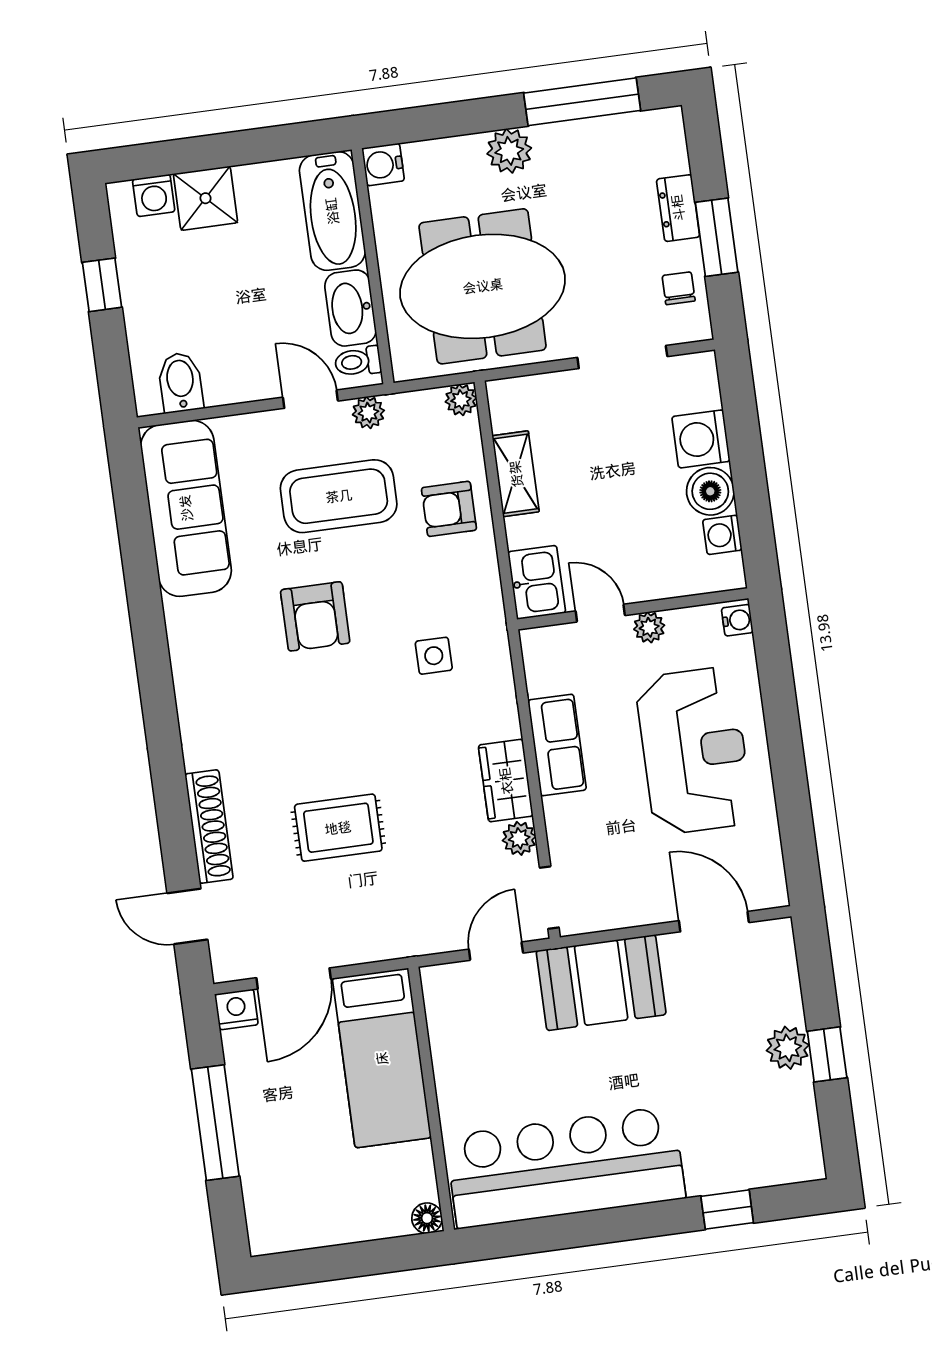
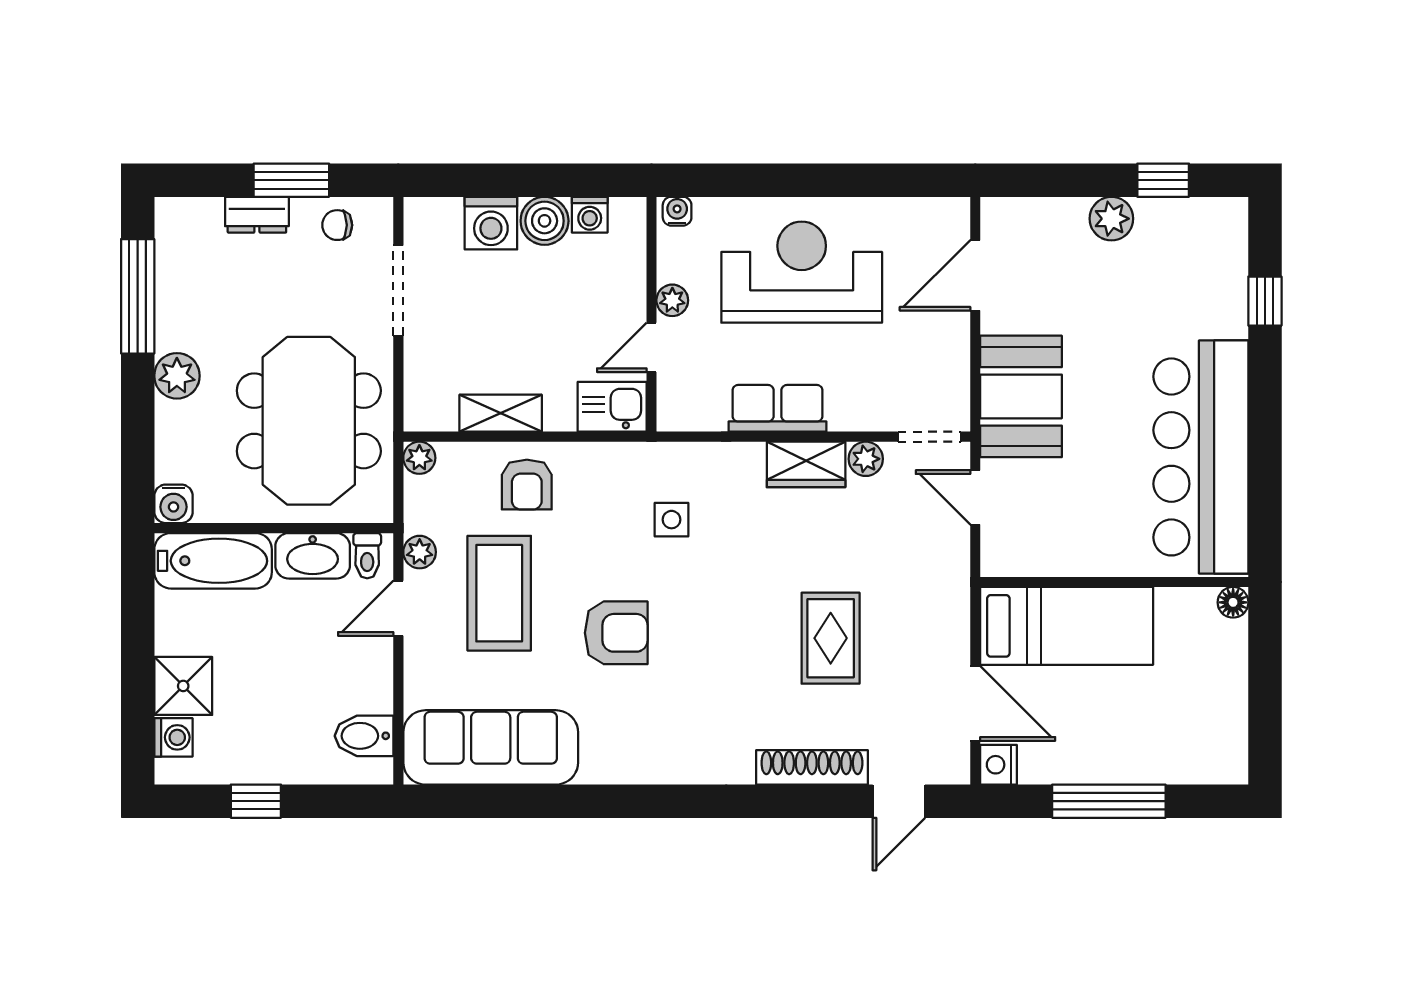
window: (827, 1054) -> (1163, 180), moved

